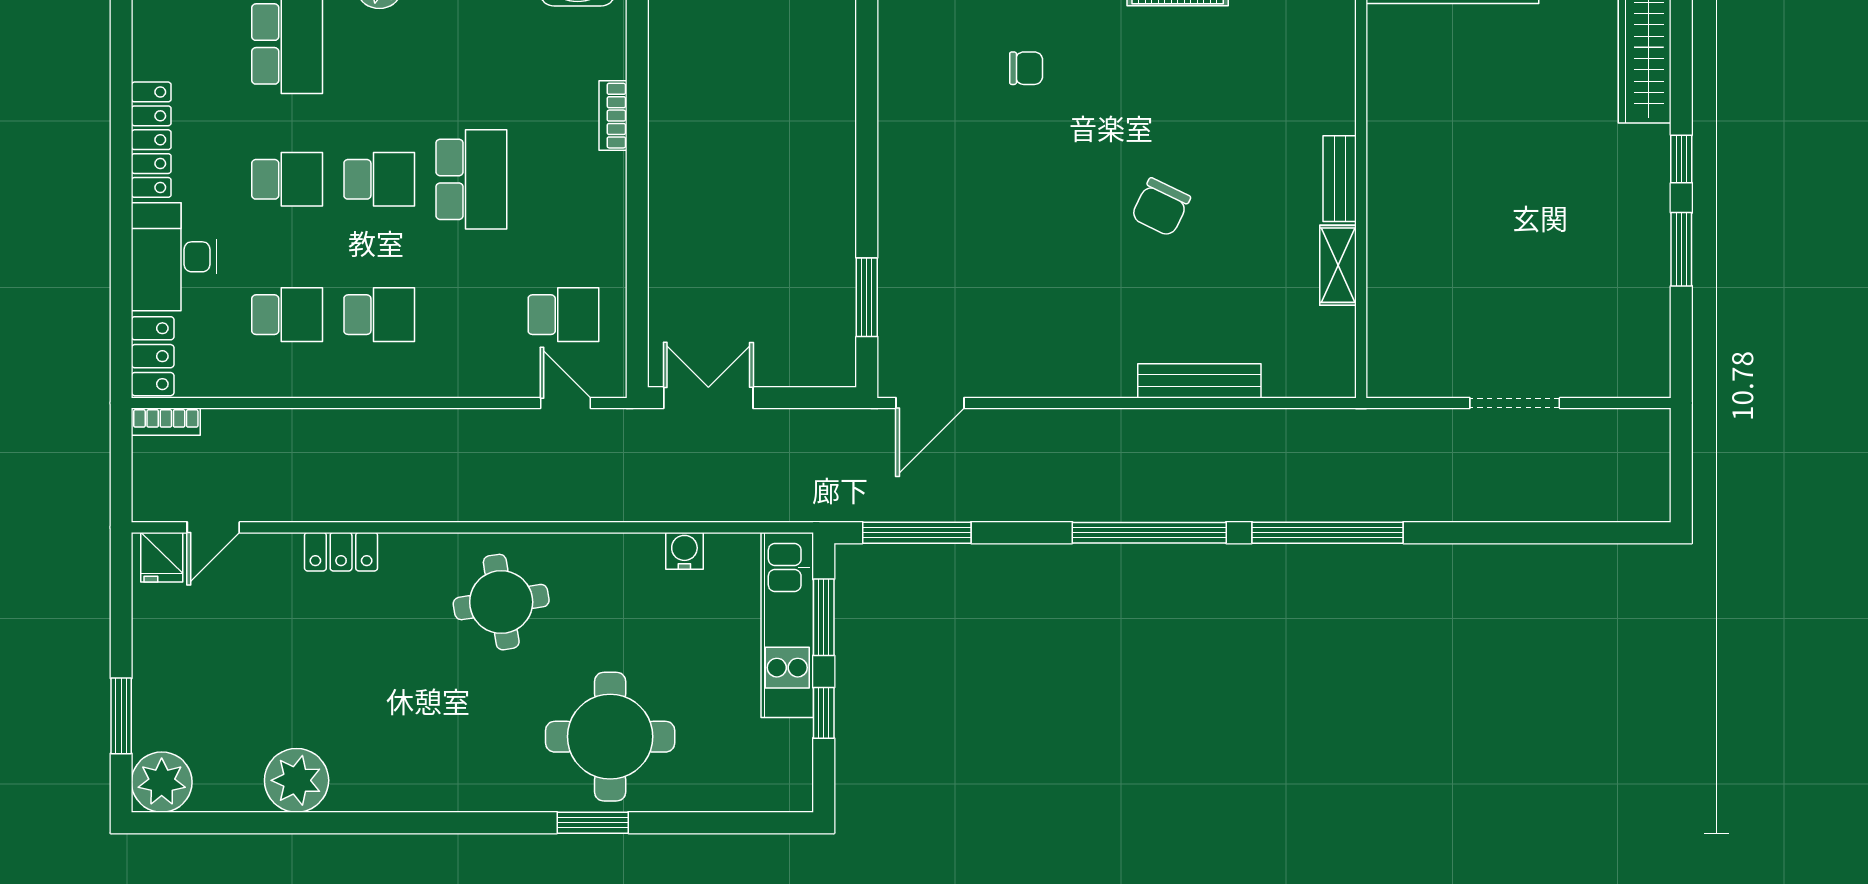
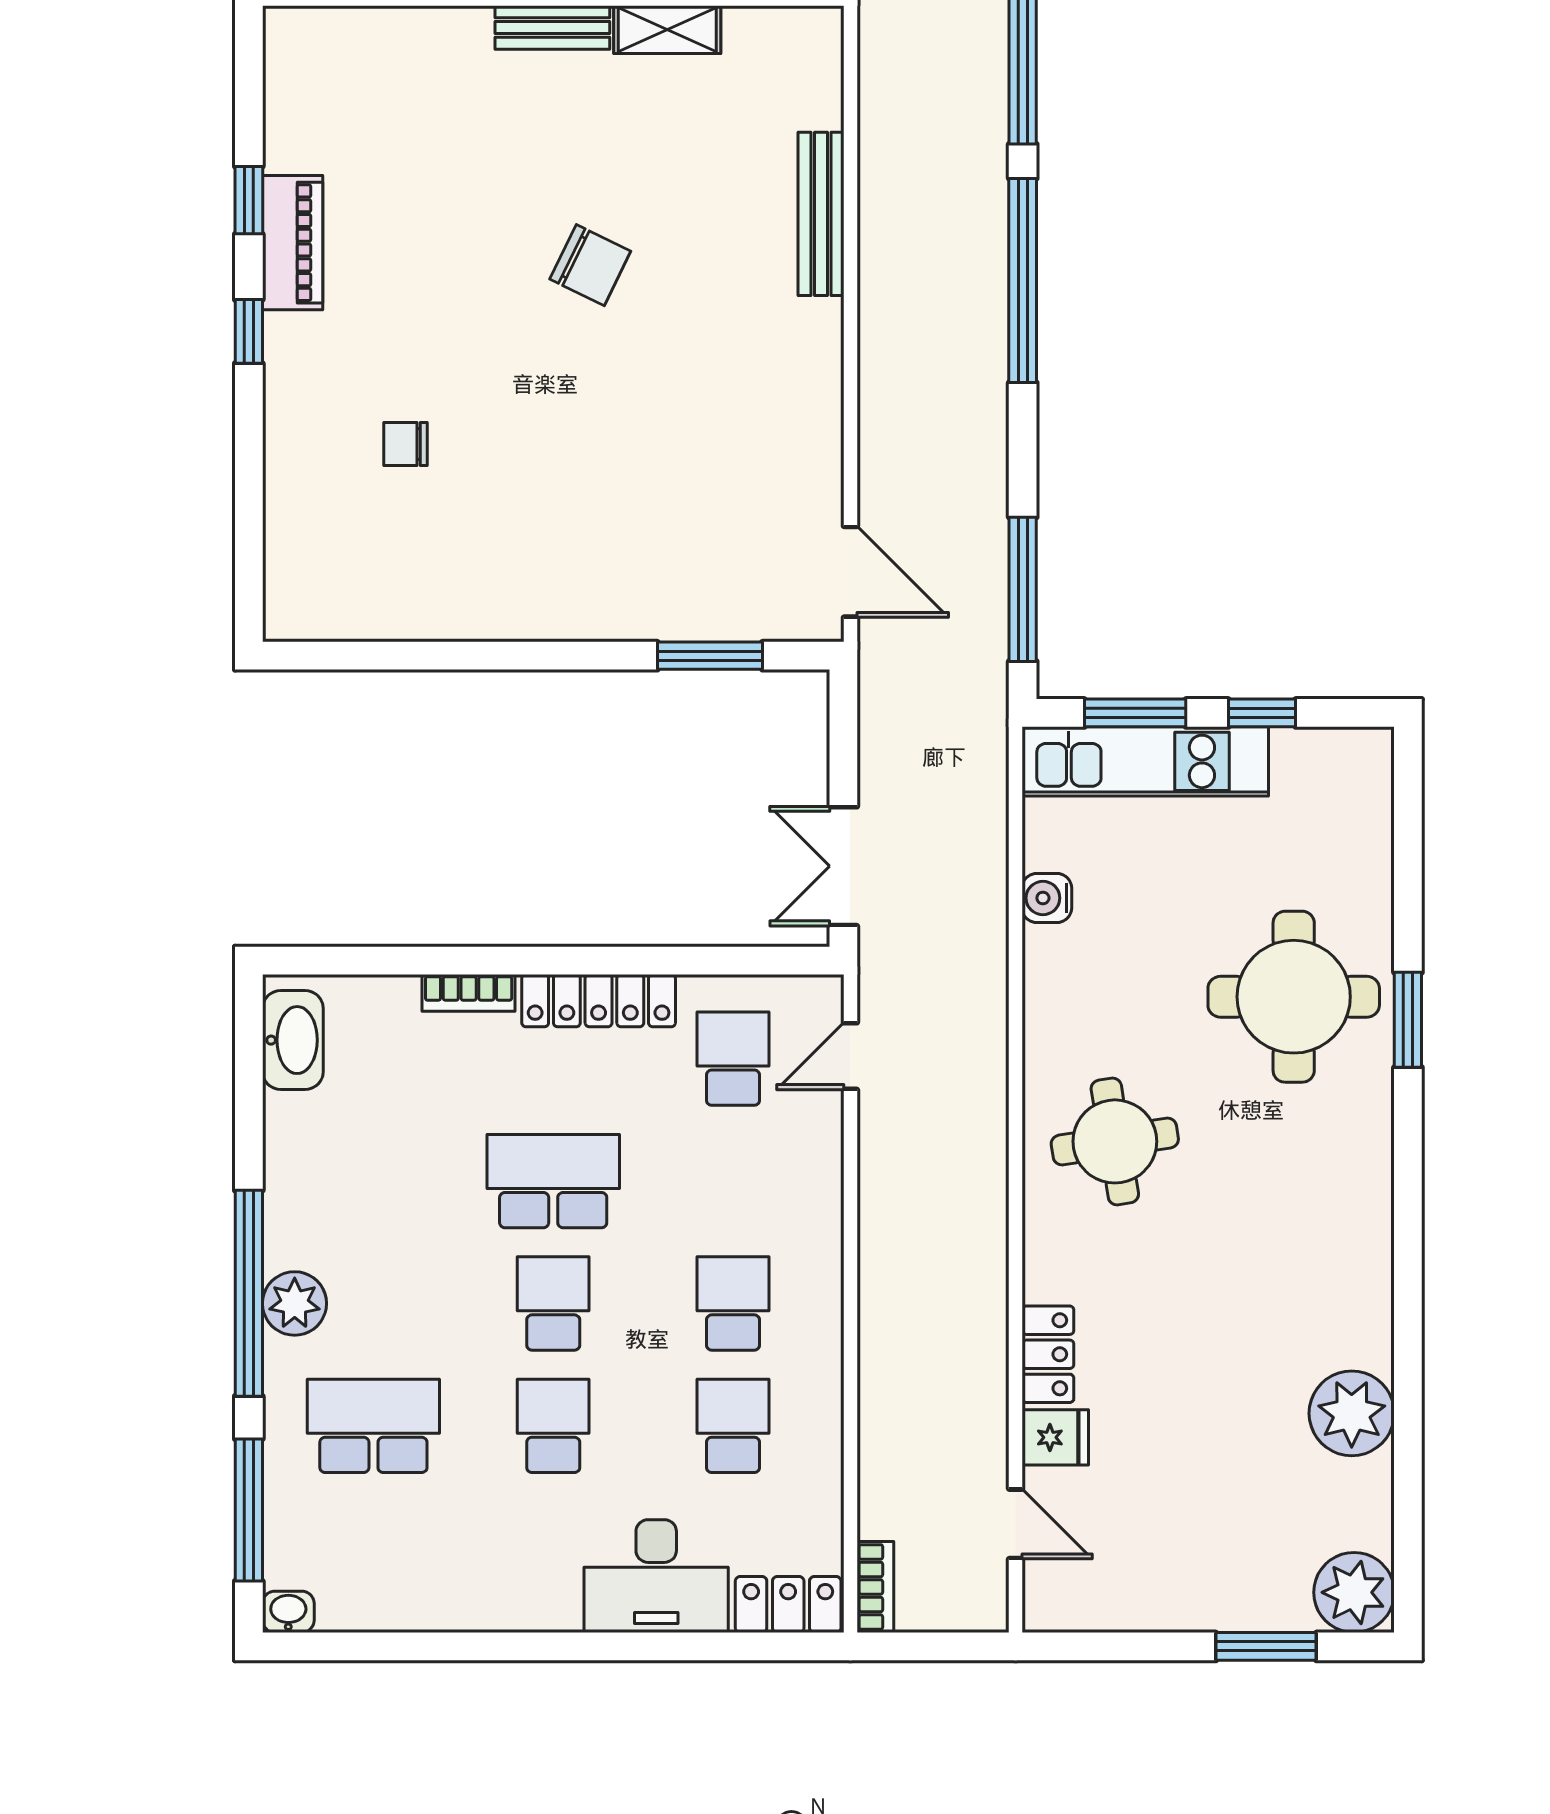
chair: (1026, 68) -> (406, 444), turned -90
locker: (151, 140) -> (599, 1001), moved, turned 180
fridge: (162, 557) -> (1055, 1437), moved

